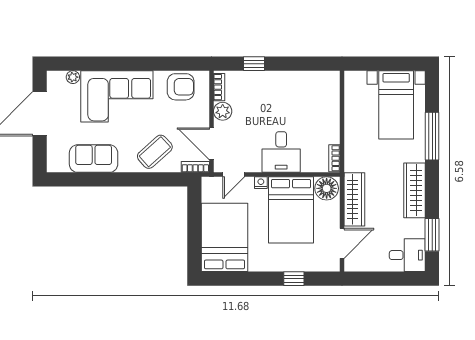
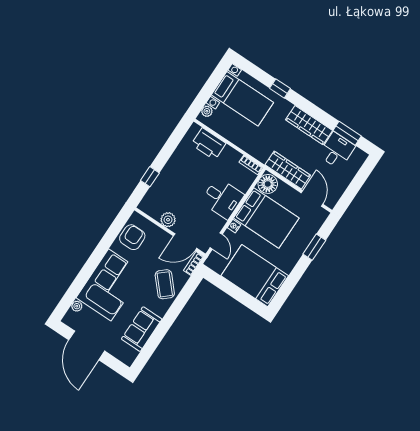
plant: (359, 77) -> (207, 111), added
bookcase: (219, 87) -> (150, 211), removed
printer: (327, 101) -> (208, 144), added
window: (432, 136) -> (280, 88), width x0.46
desk: (407, 255) -> (337, 151), moved
window: (294, 279) -> (314, 247), width x1.50

